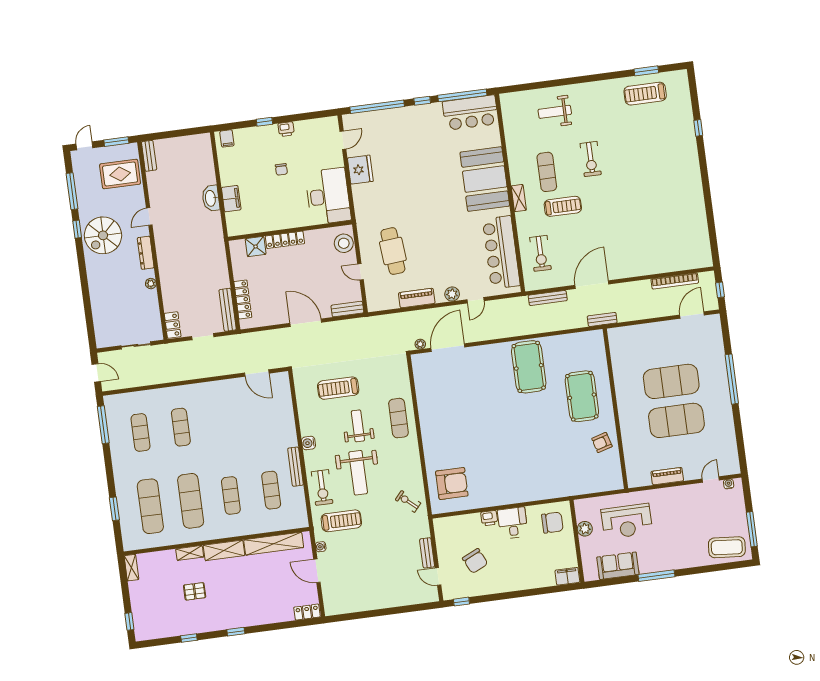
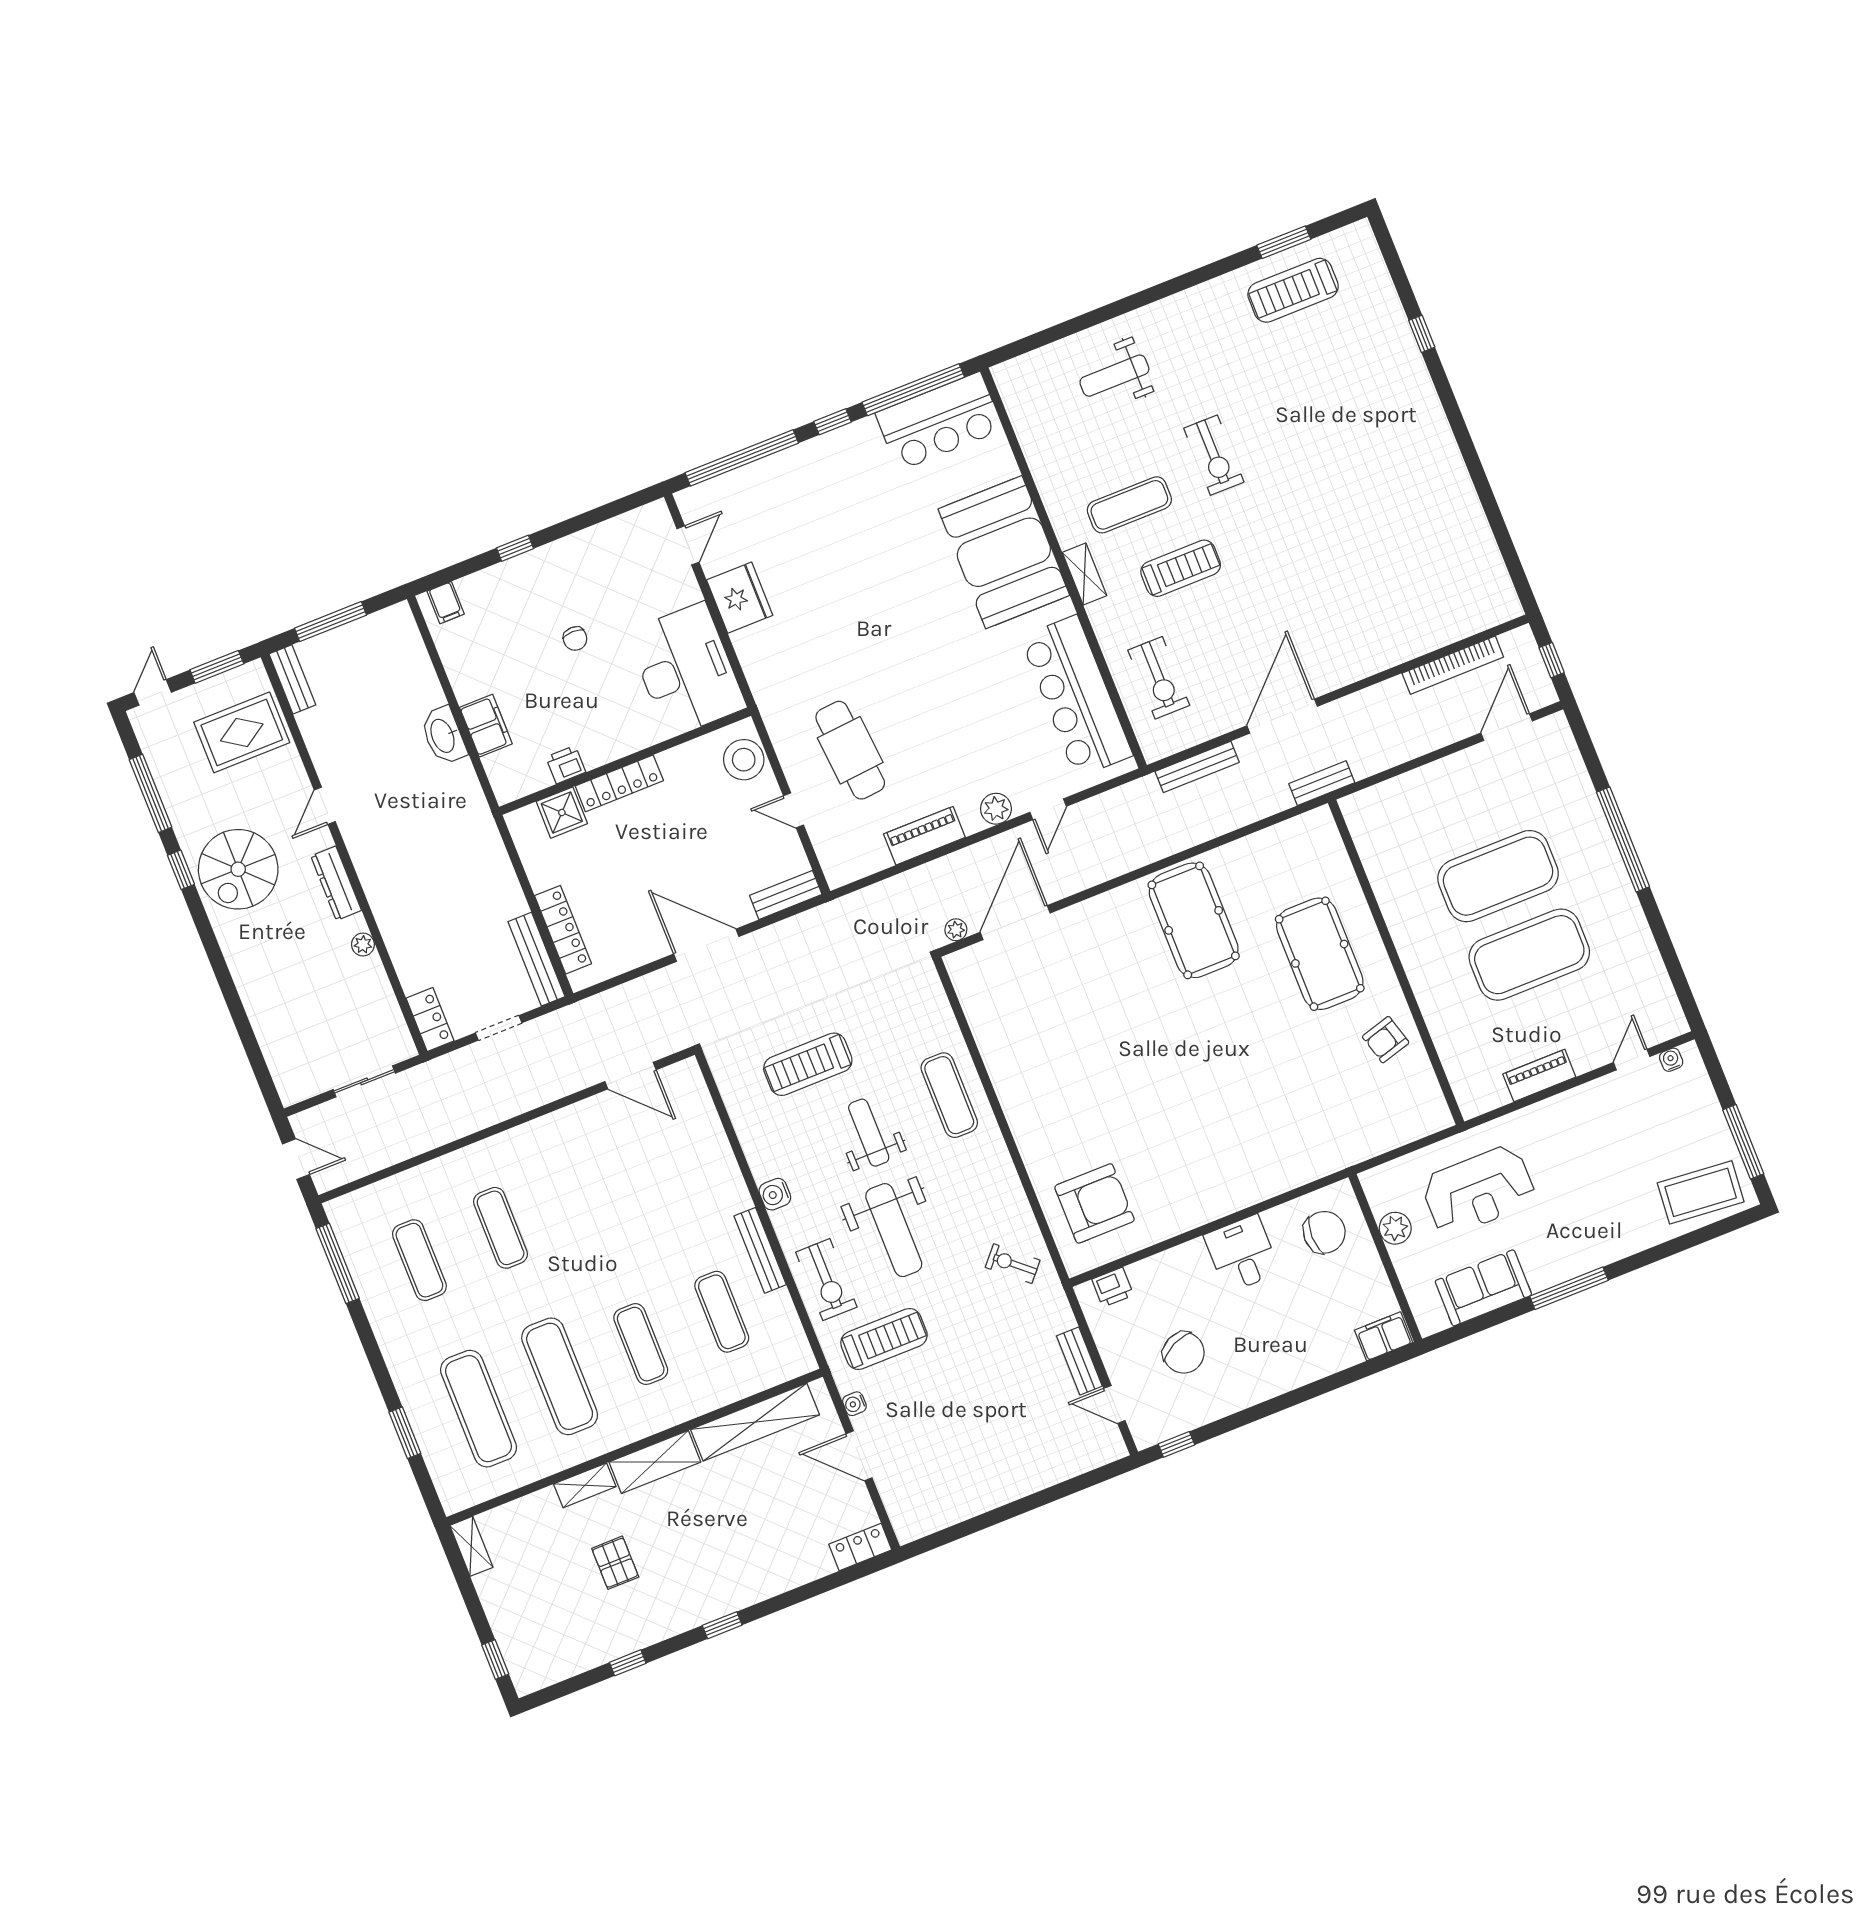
printer: (286, 129) -> (566, 765), moved, turned 180
window: (173, 134) -> (330, 622), added
exercise mat: (547, 172) -> (1129, 505), turned 90
printer: (489, 518) -> (1113, 1287), moved
pallet: (195, 591) -> (615, 1563), turned 90

